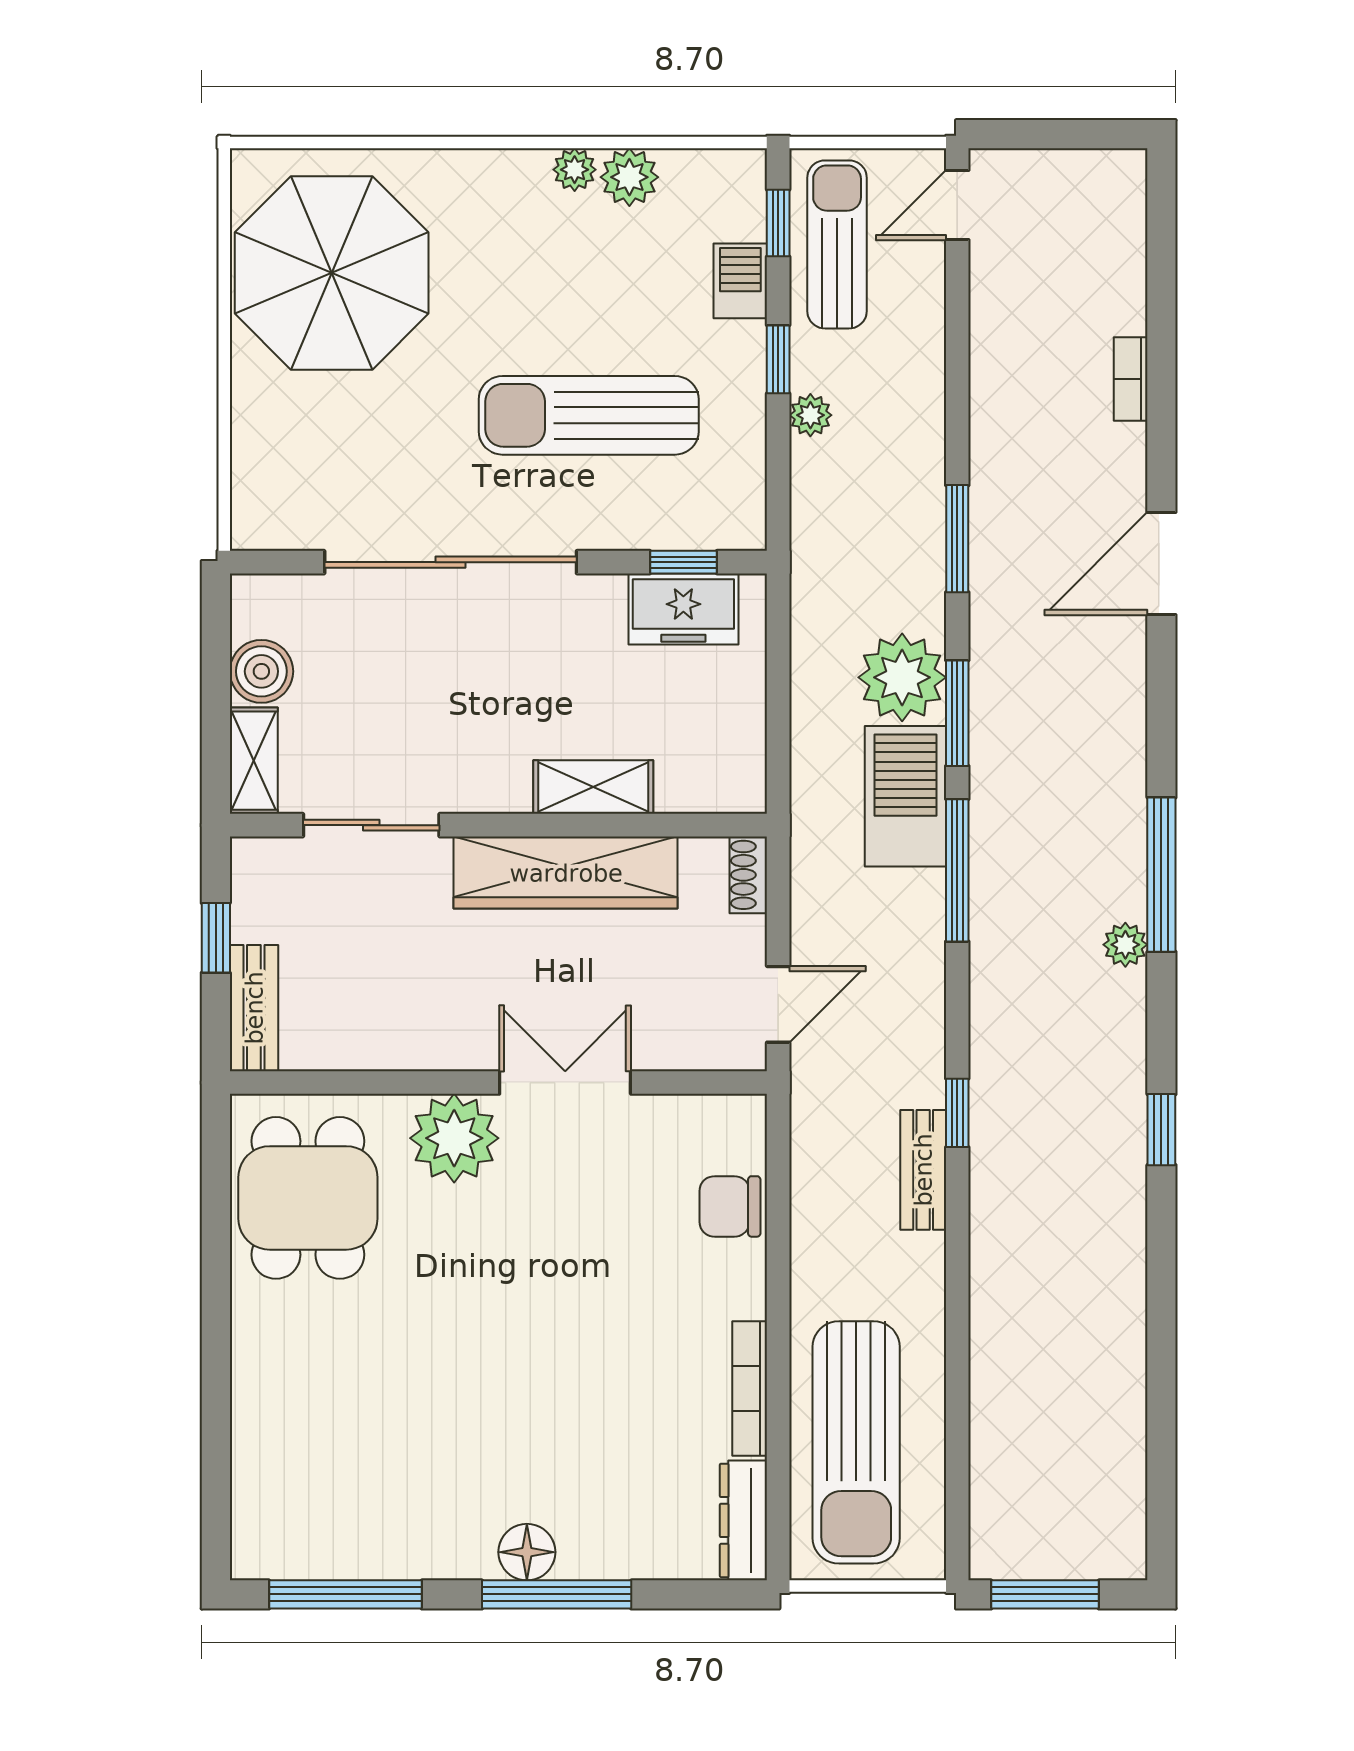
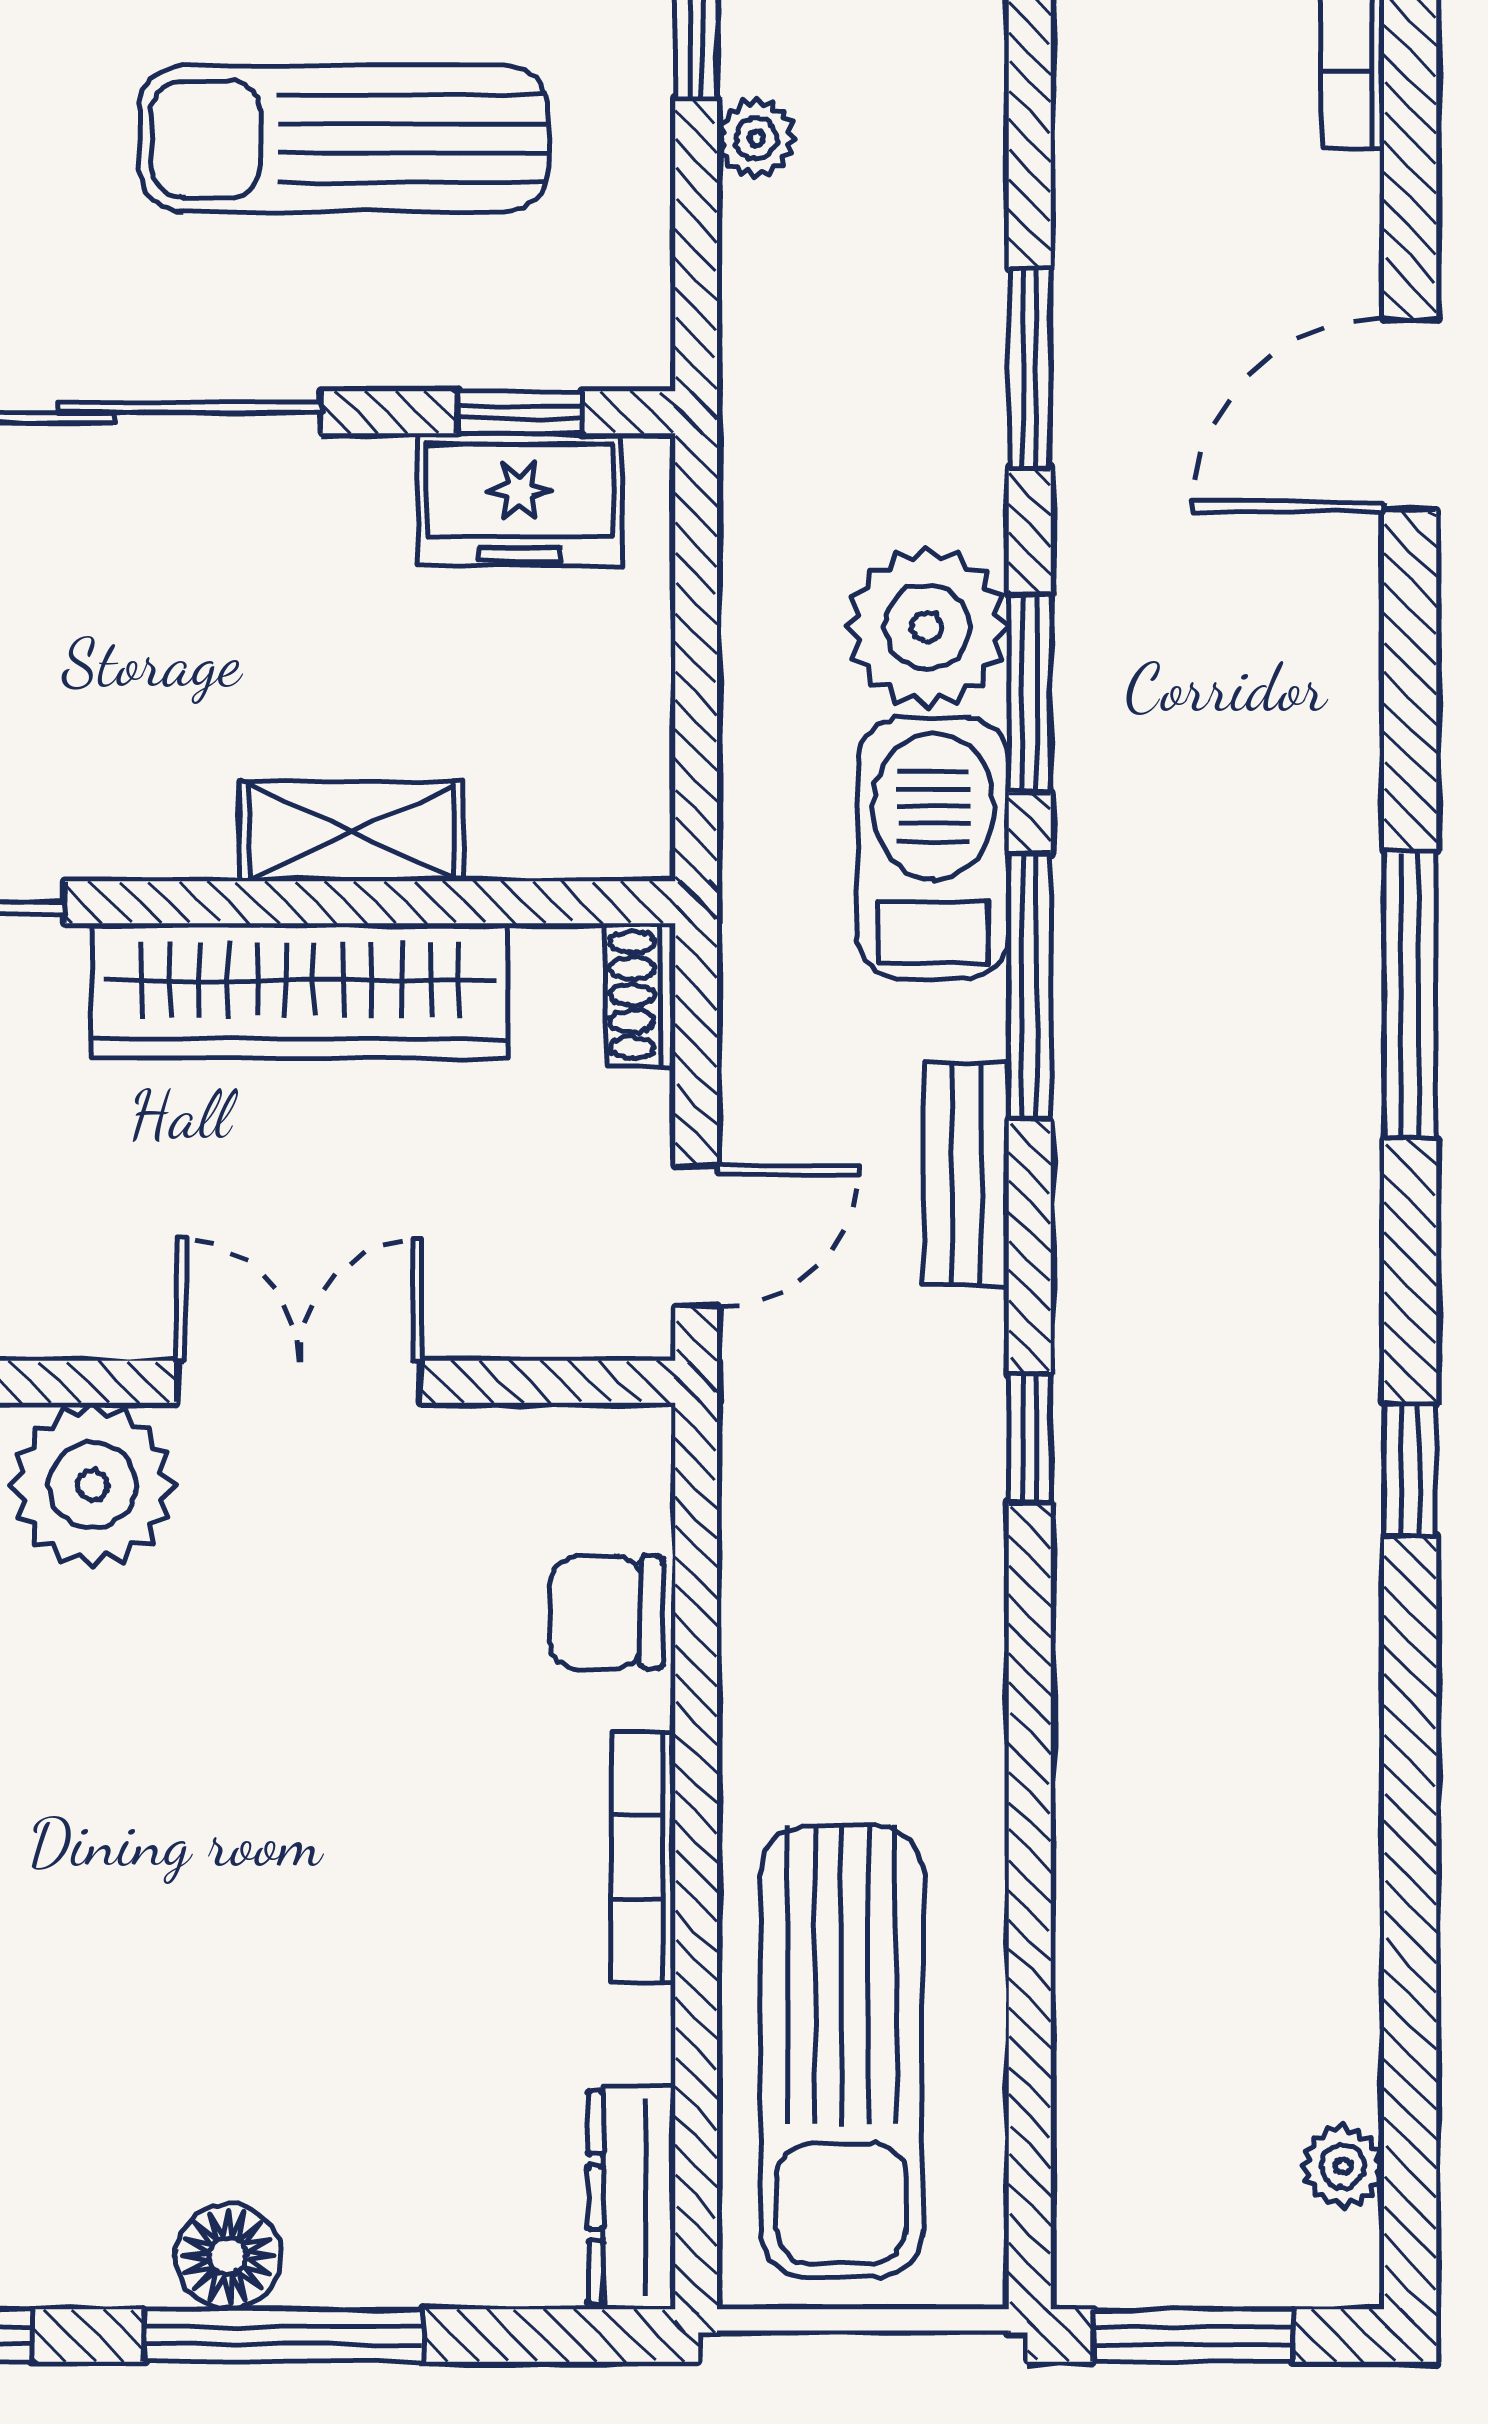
plant: (1125, 945) -> (1343, 2166), moved
bench: (923, 1170) -> (966, 1174), moved
bookcase: (750, 1389) -> (643, 1857), moved

